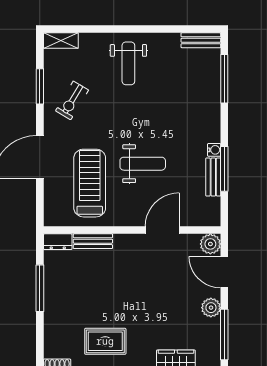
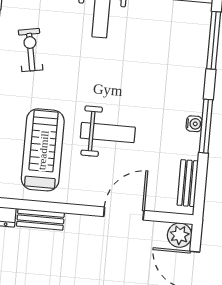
exercise bike: (72, 100) -> (31, 50), turned 139
window: (224, 169) -> (206, 126), moved
bench: (213, 177) -> (188, 183), moved

